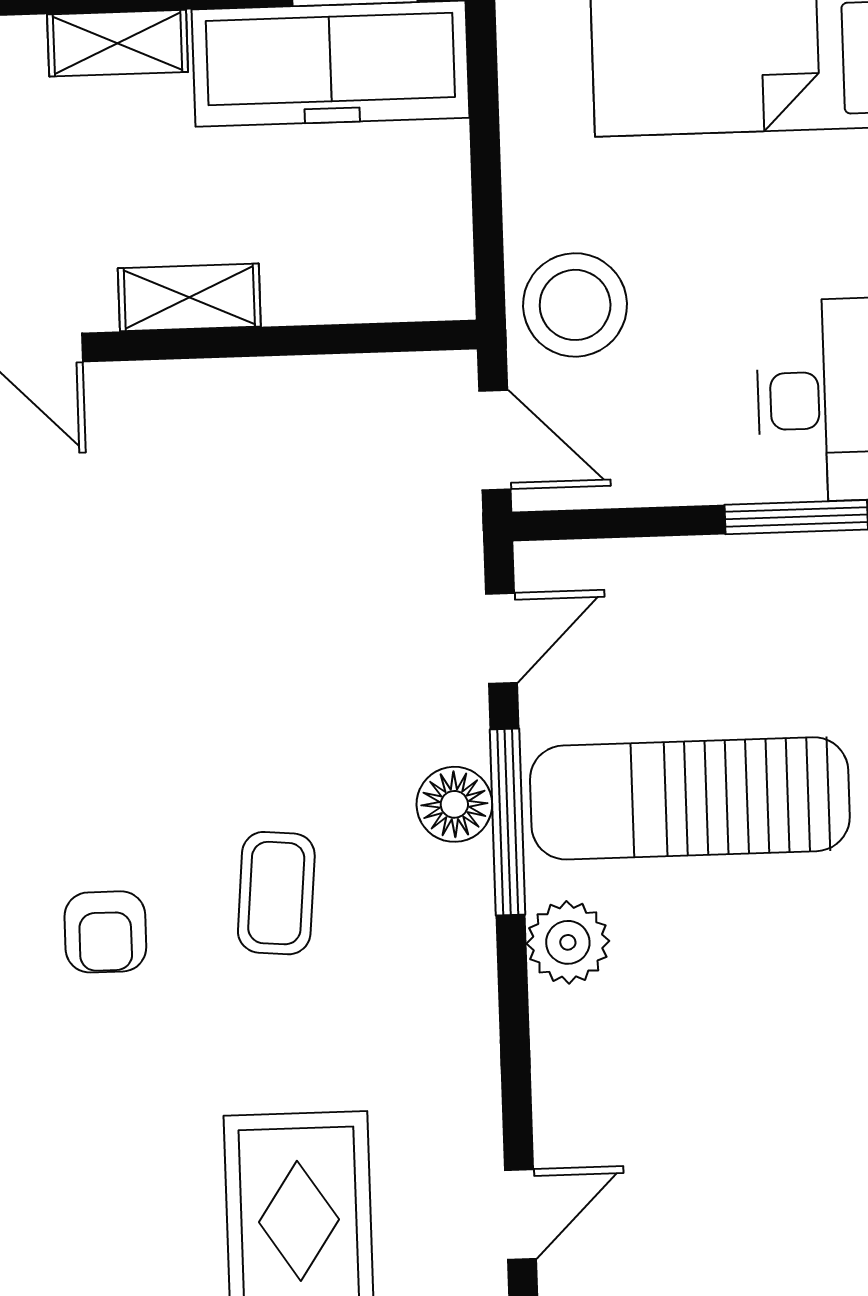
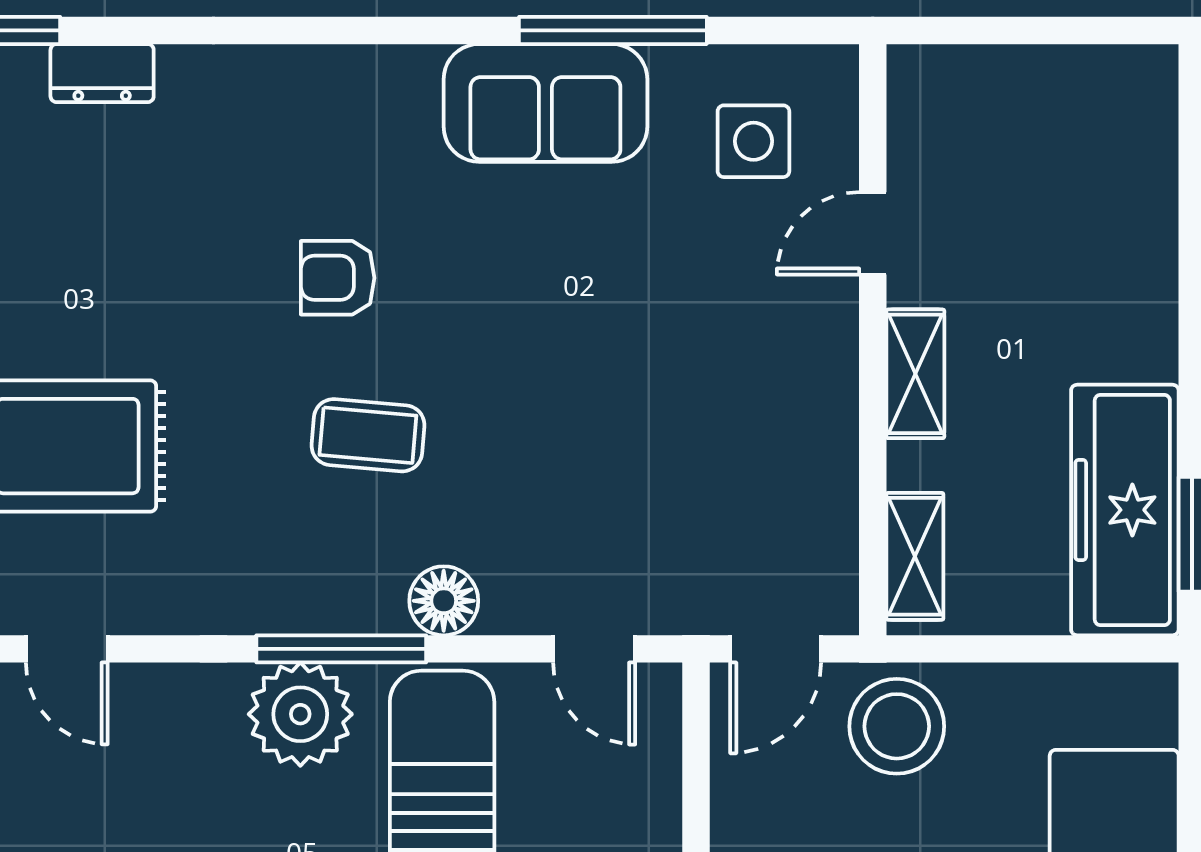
shelving: (118, 43) -> (915, 556), moved
window: (508, 822) -> (341, 649), moved
plant: (568, 942) -> (300, 714), width x1.36, depth x1.36

